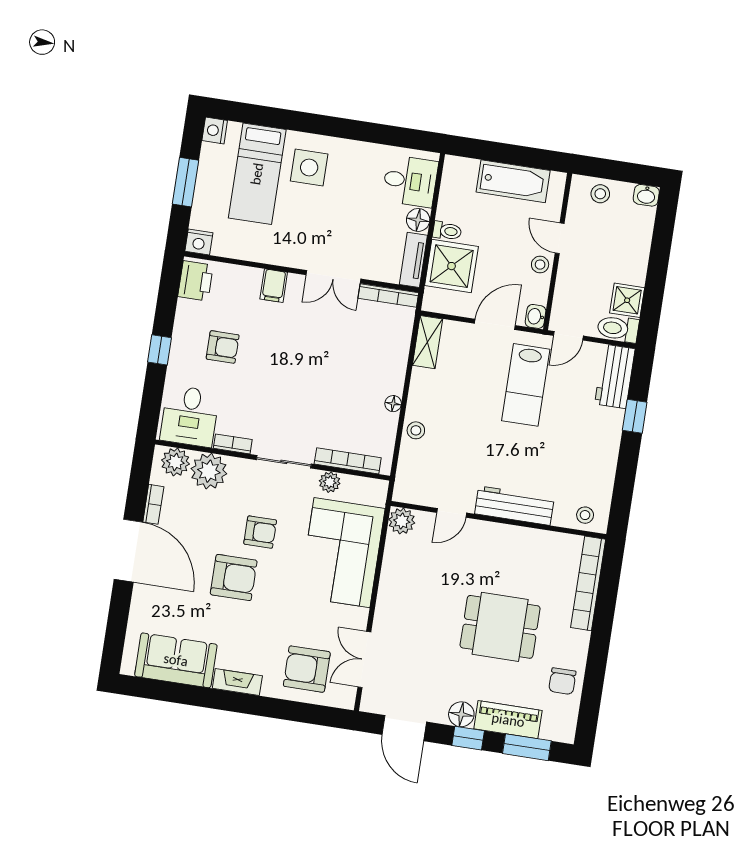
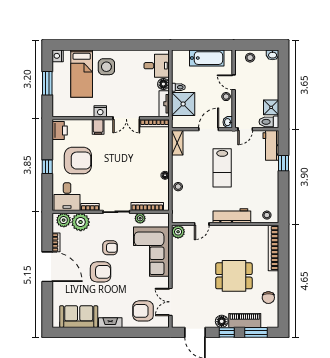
nightstand: (199, 242) -> (100, 111), moved
armchair: (223, 347) -> (78, 161), width x1.88, depth x1.88
lab bench: (526, 385) -> (222, 168), moved

